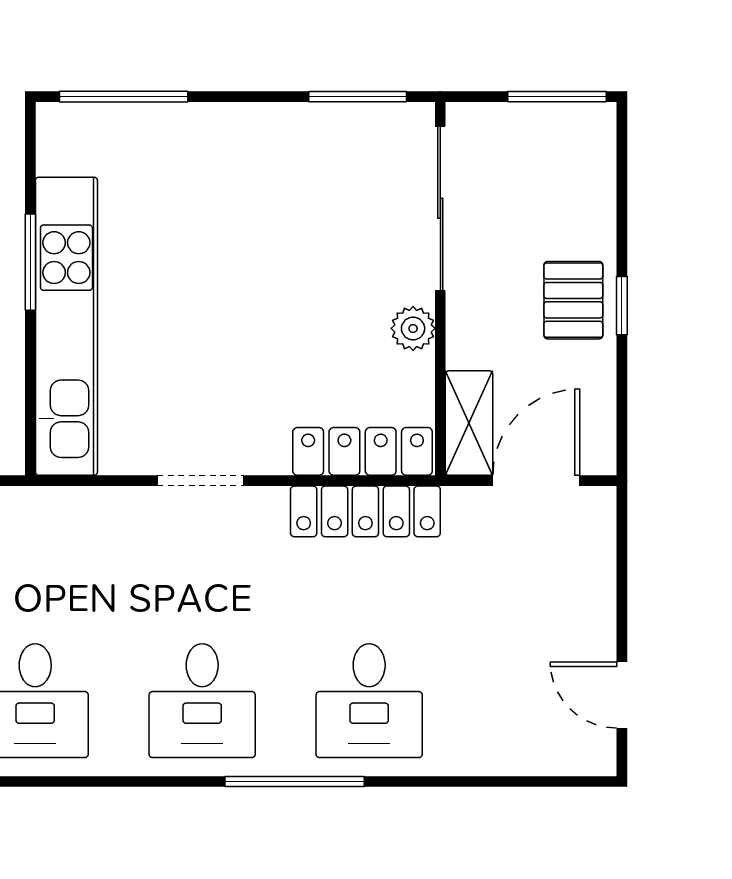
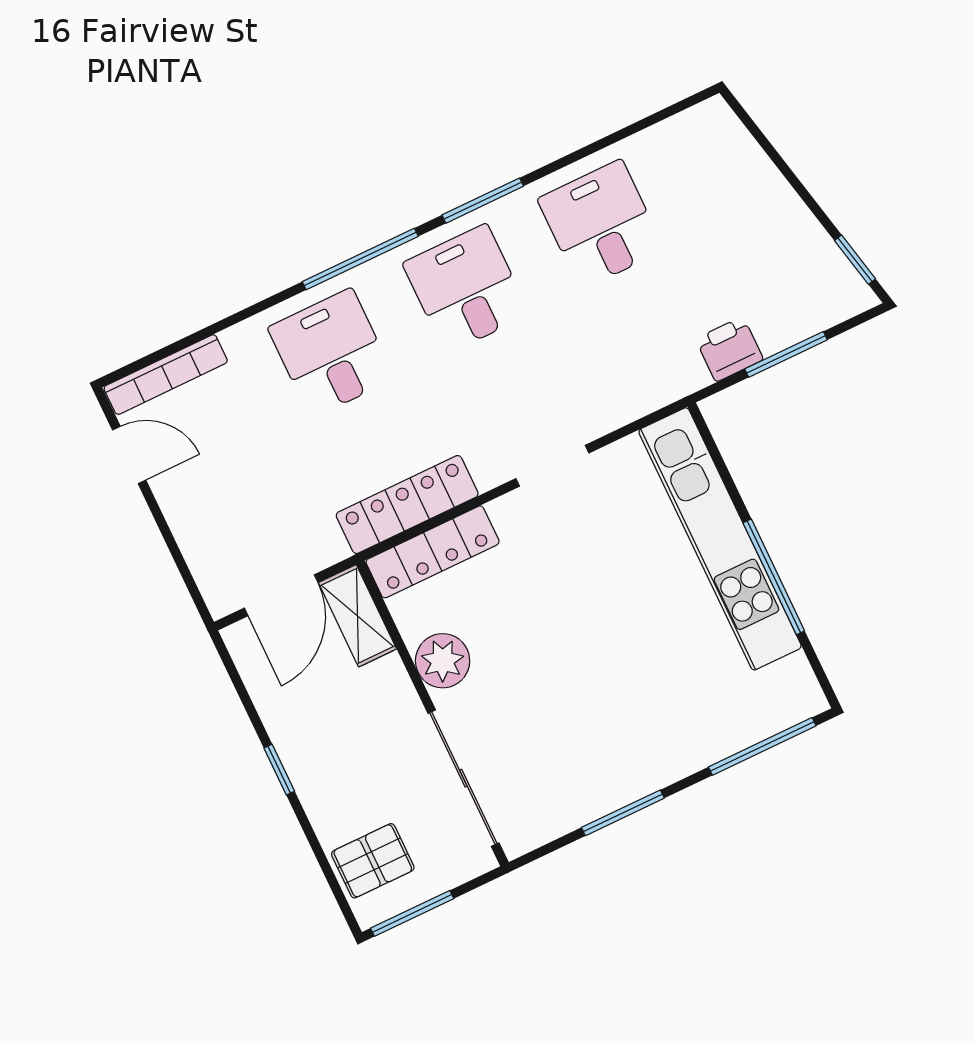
window: (358, 97) -> (623, 813), moved
window: (30, 262) -> (774, 577), width x1.44
pallet: (573, 300) -> (373, 861), moved, turned 90
plant: (413, 328) -> (443, 661), width x1.38, depth x1.38
bookcase: (546, 759) -> (166, 375), added
window: (143, 782) -> (483, 201), added

